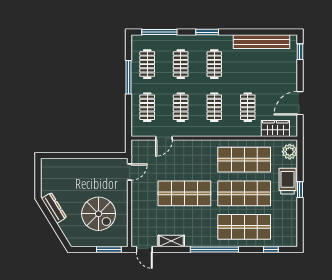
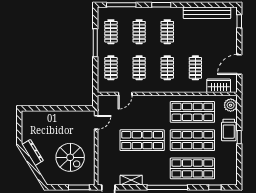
trolley: (287, 181) -> (229, 130), turned 180

